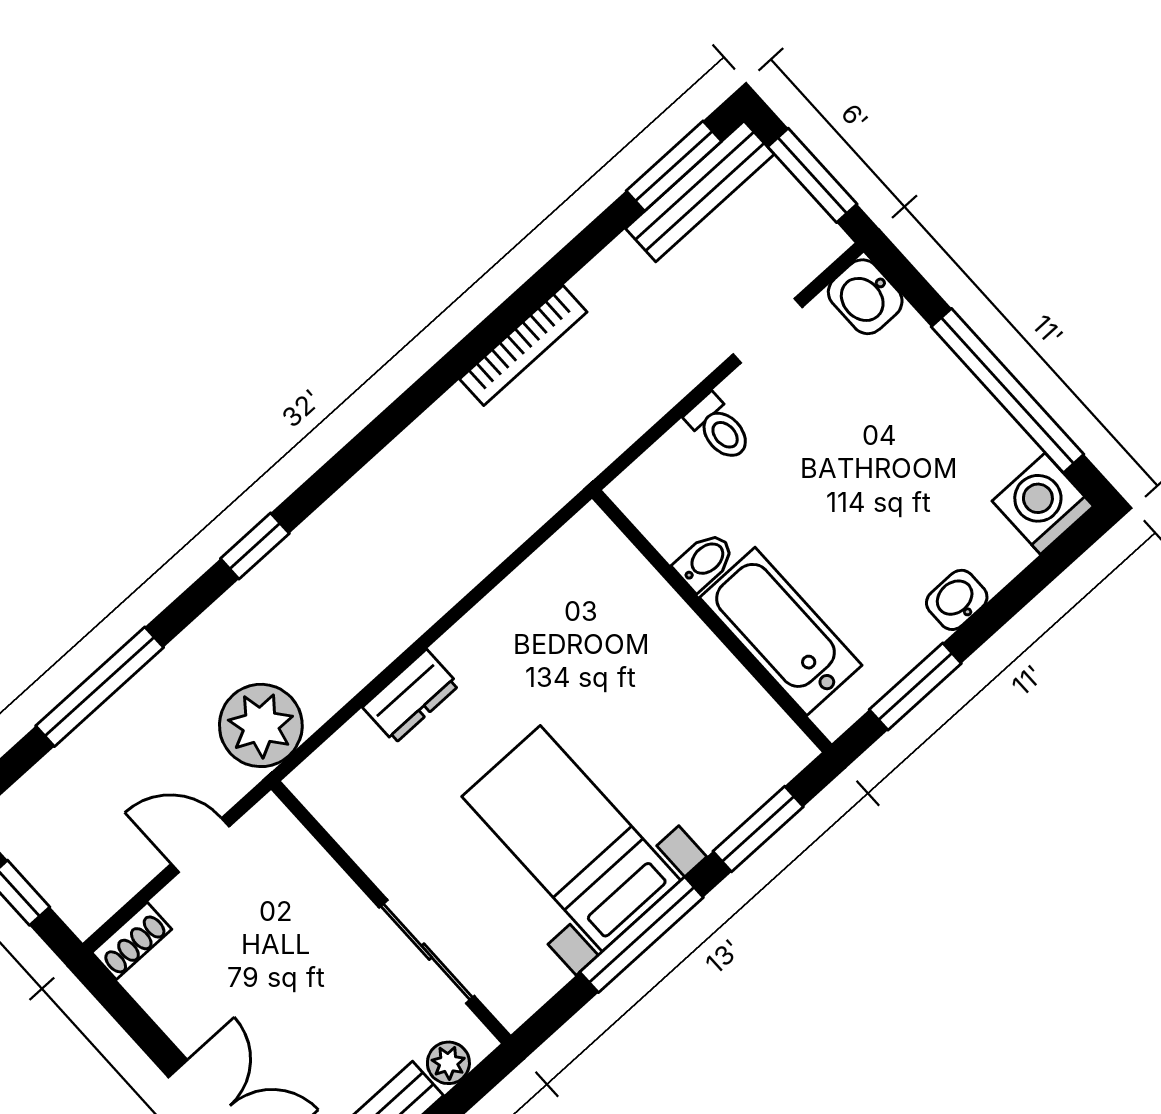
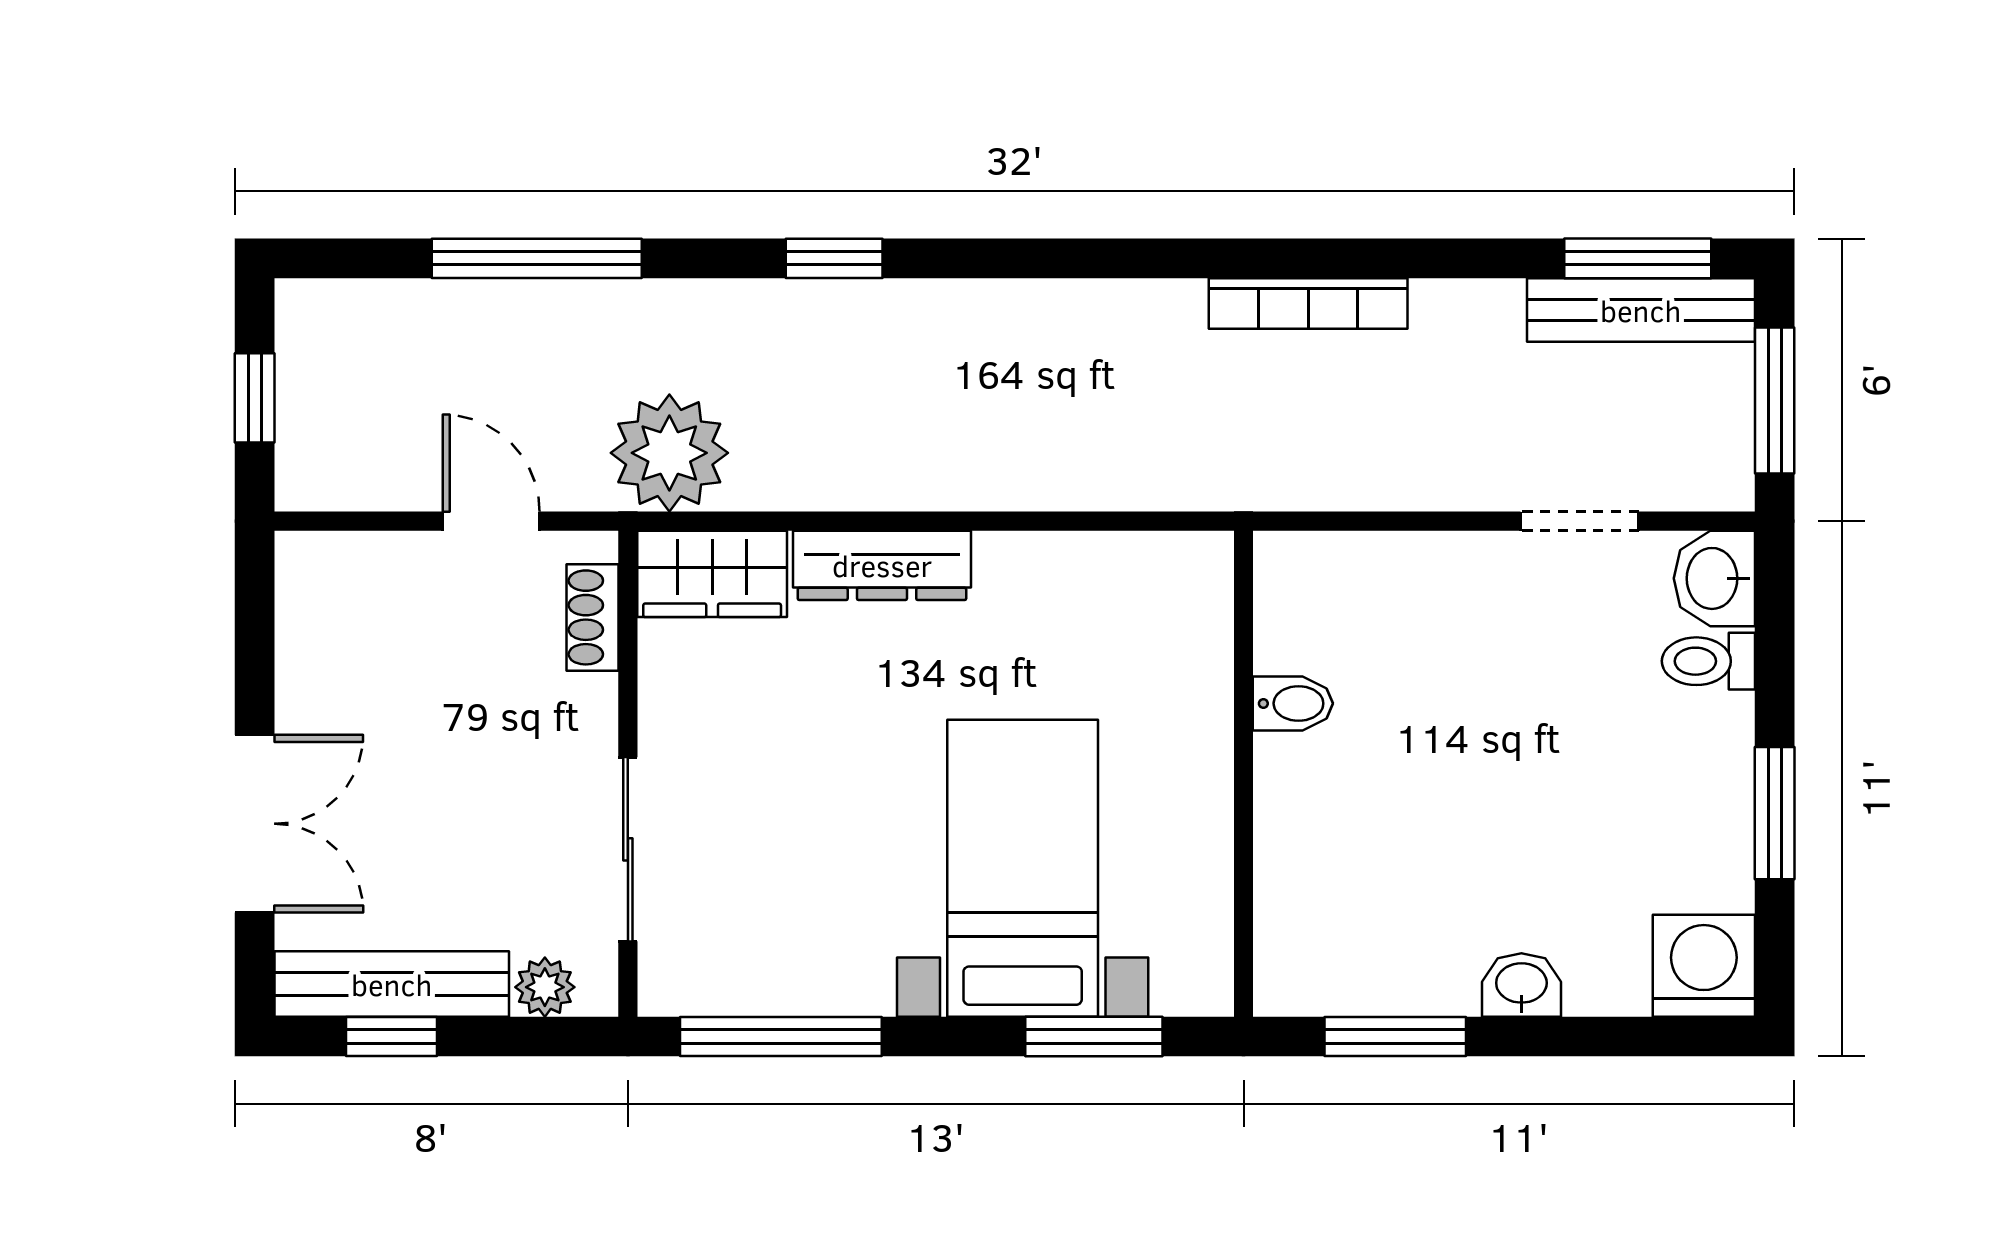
window: (1007, 391) -> (1775, 813), width x0.47
toilet: (719, 428) -> (1708, 661), moved, turned 90
bathtub: (781, 631) -> (1306, 850), removed
dresser: (411, 696) -> (882, 565), width x1.44
wardrobe: (340, 768) -> (712, 574), added
bed with nightstands: (571, 839) -> (1023, 868), moved
window: (642, 935) -> (781, 1036), moved
shoe rack: (132, 941) -> (593, 617), moved, turned 90

